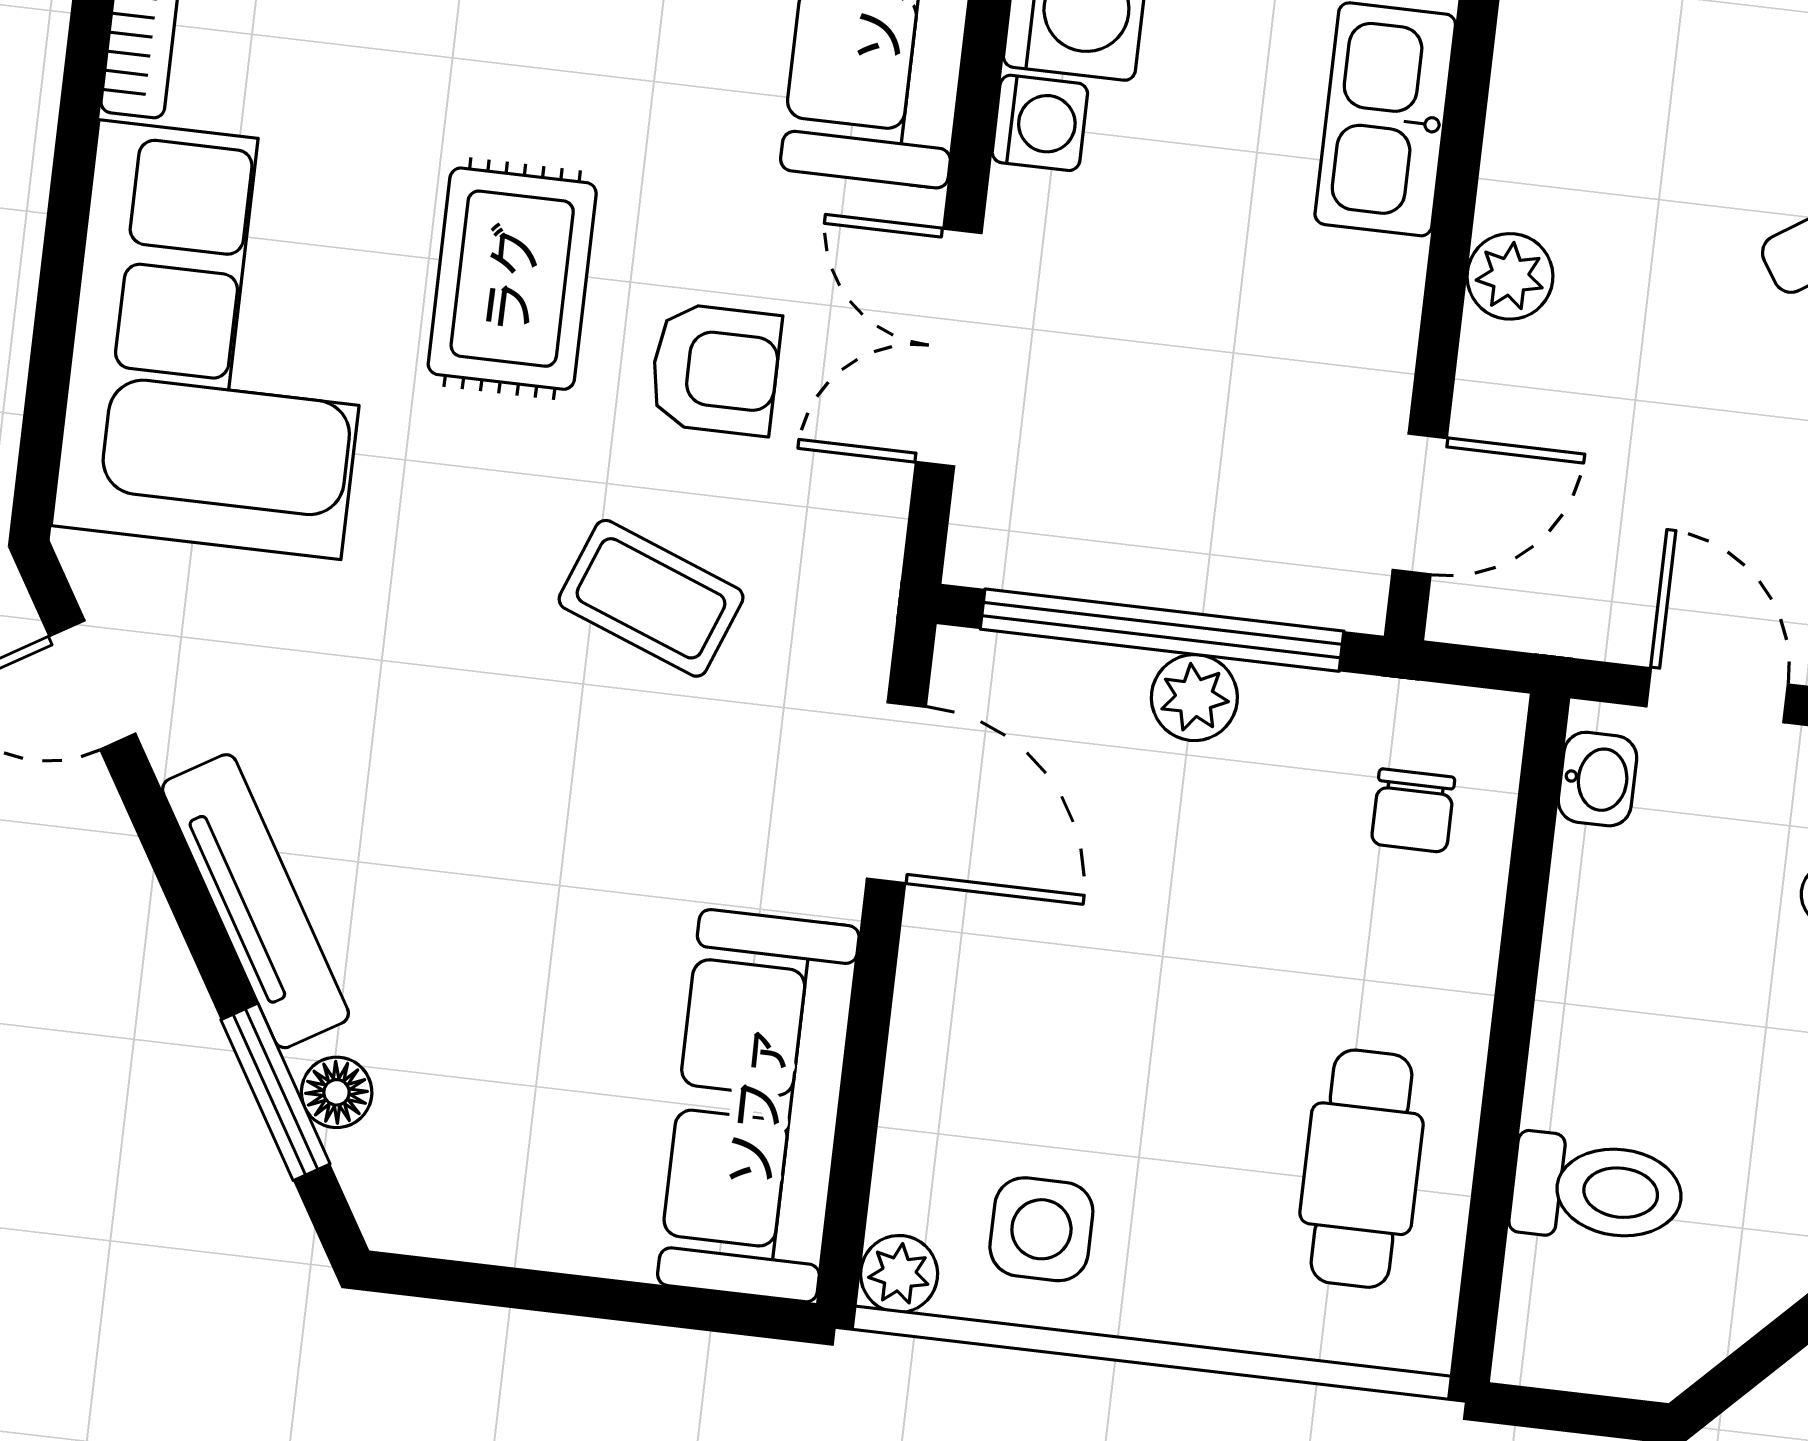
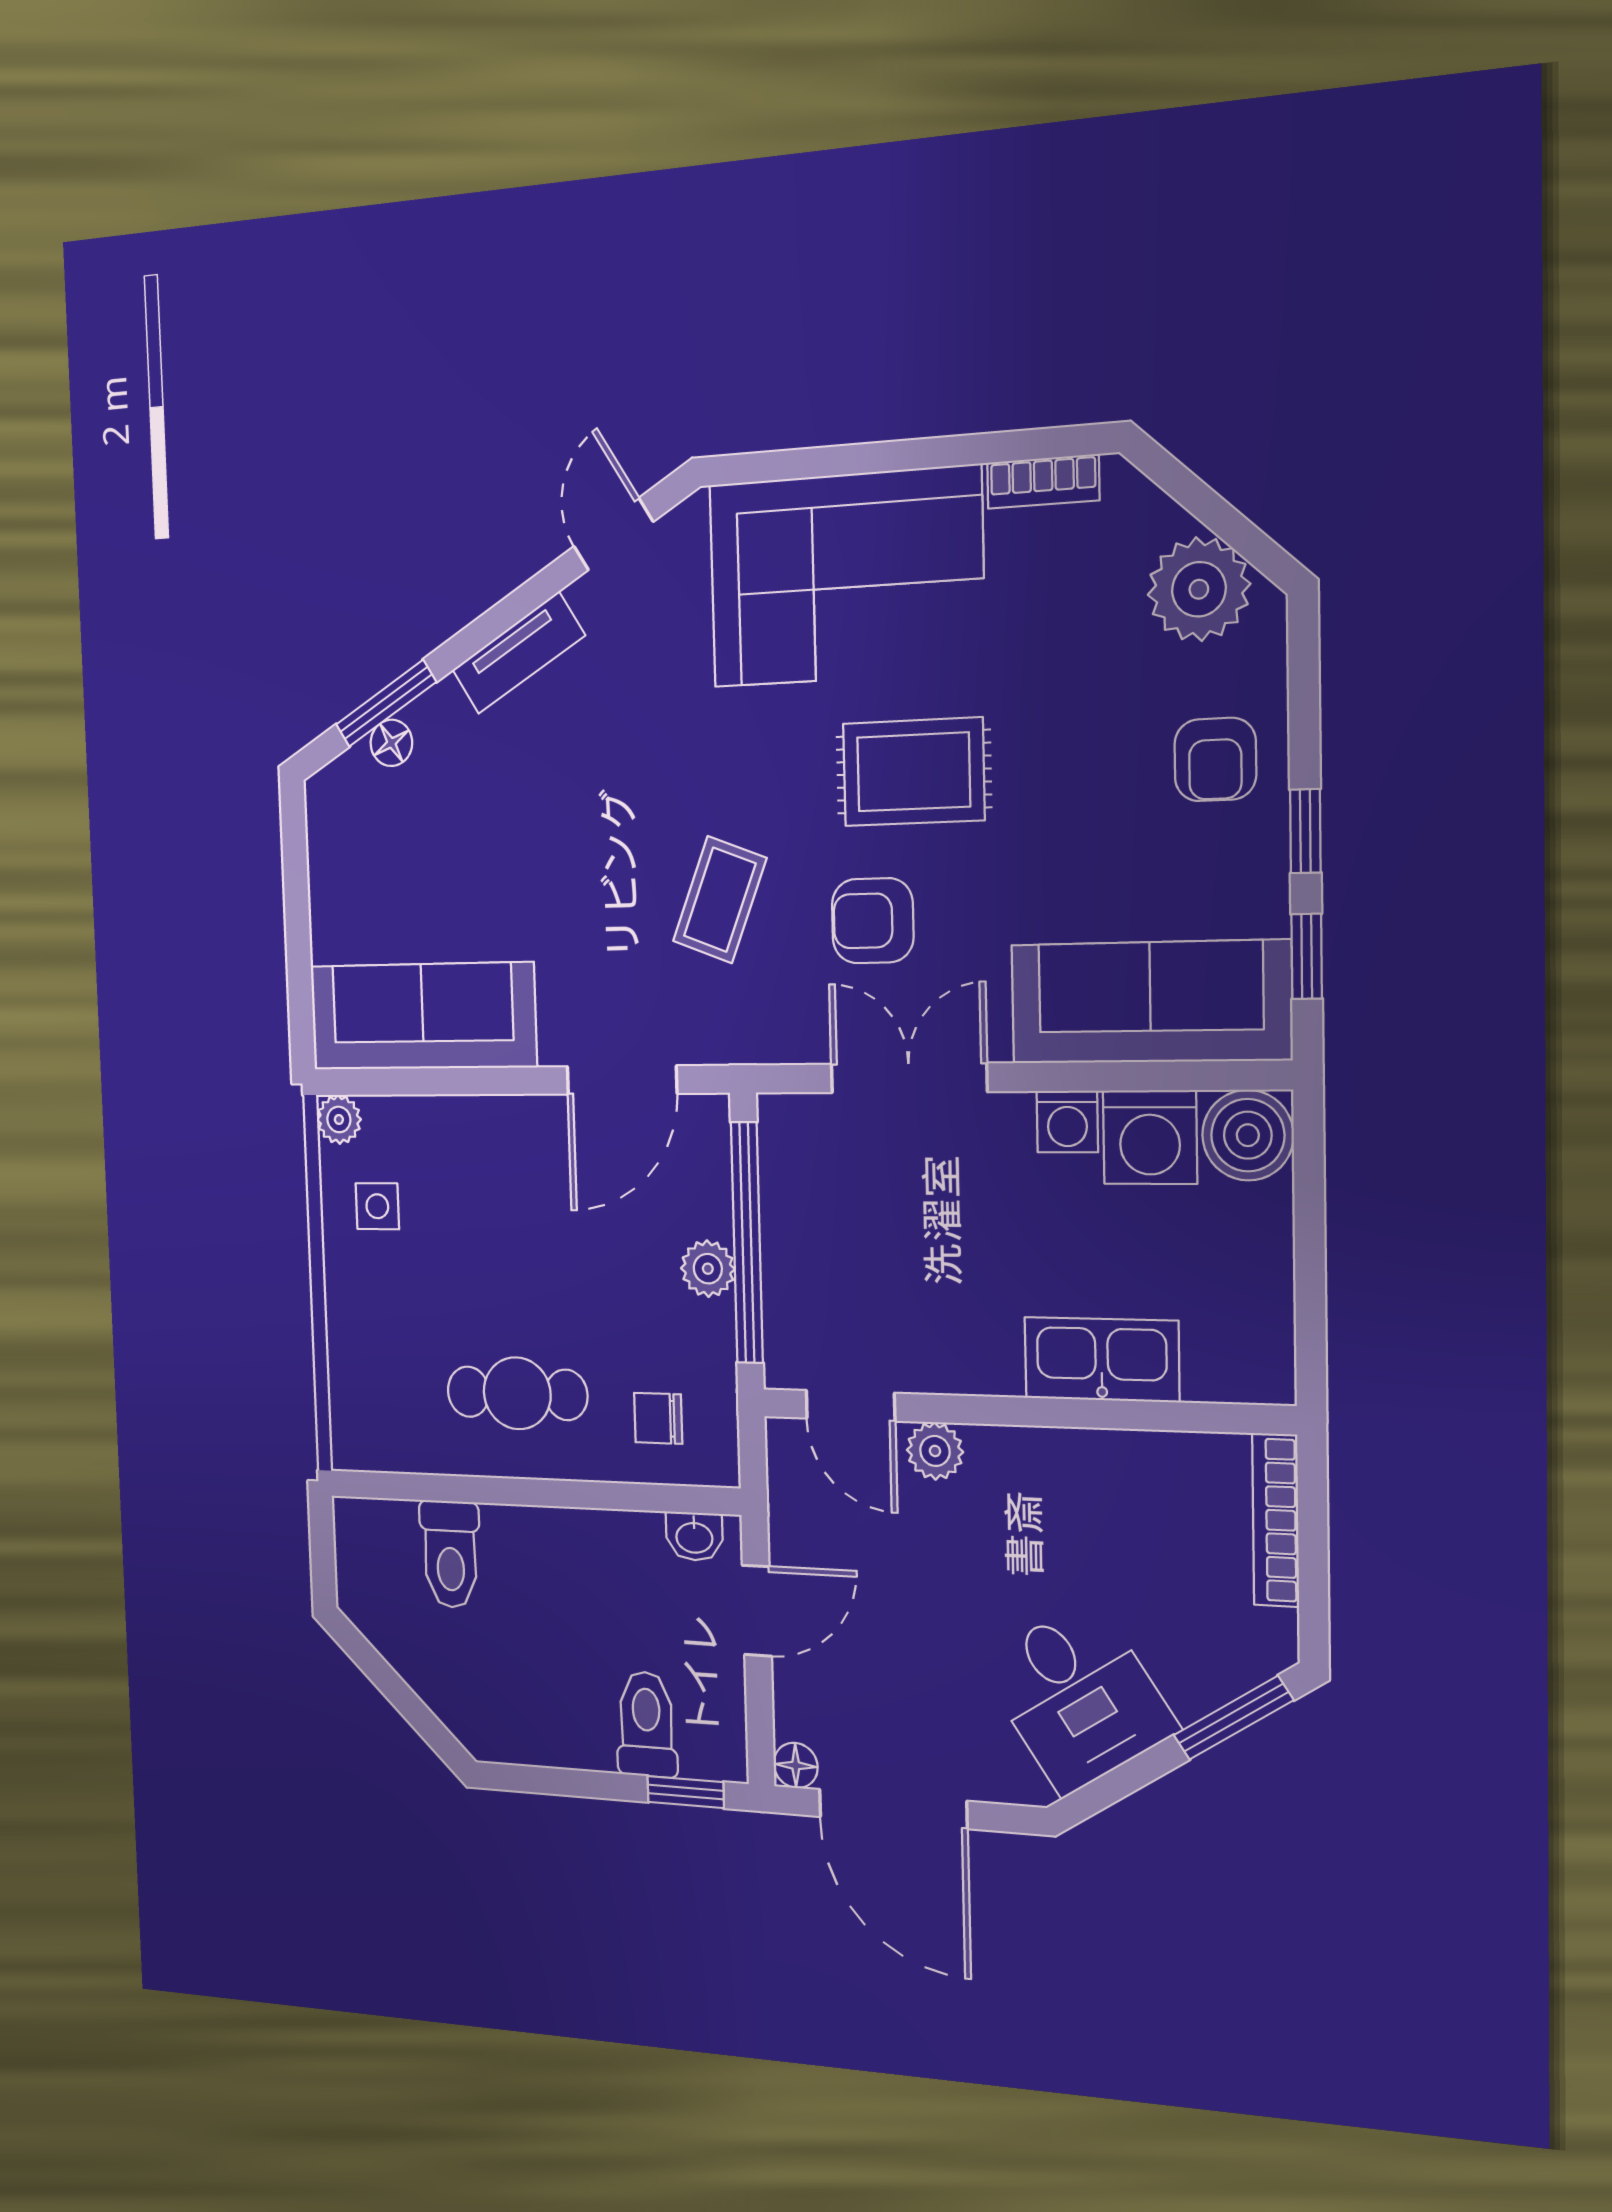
plant: (1510, 276) -> (935, 1451), moved
armchair: (715, 369) -> (873, 921), turned 90
tv unit: (255, 901) -> (518, 653), width x0.71
cafe table: (1362, 1169) -> (517, 1393), moved
side table: (1041, 1229) -> (377, 1206), width x0.73, depth x0.73

